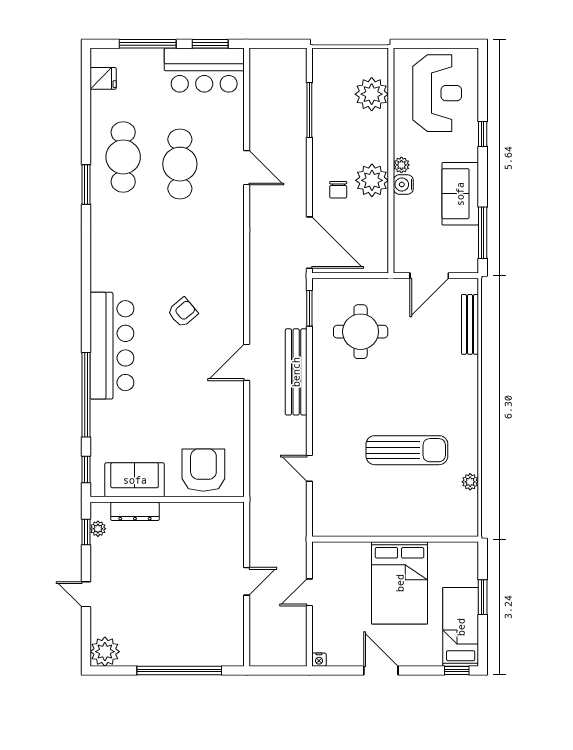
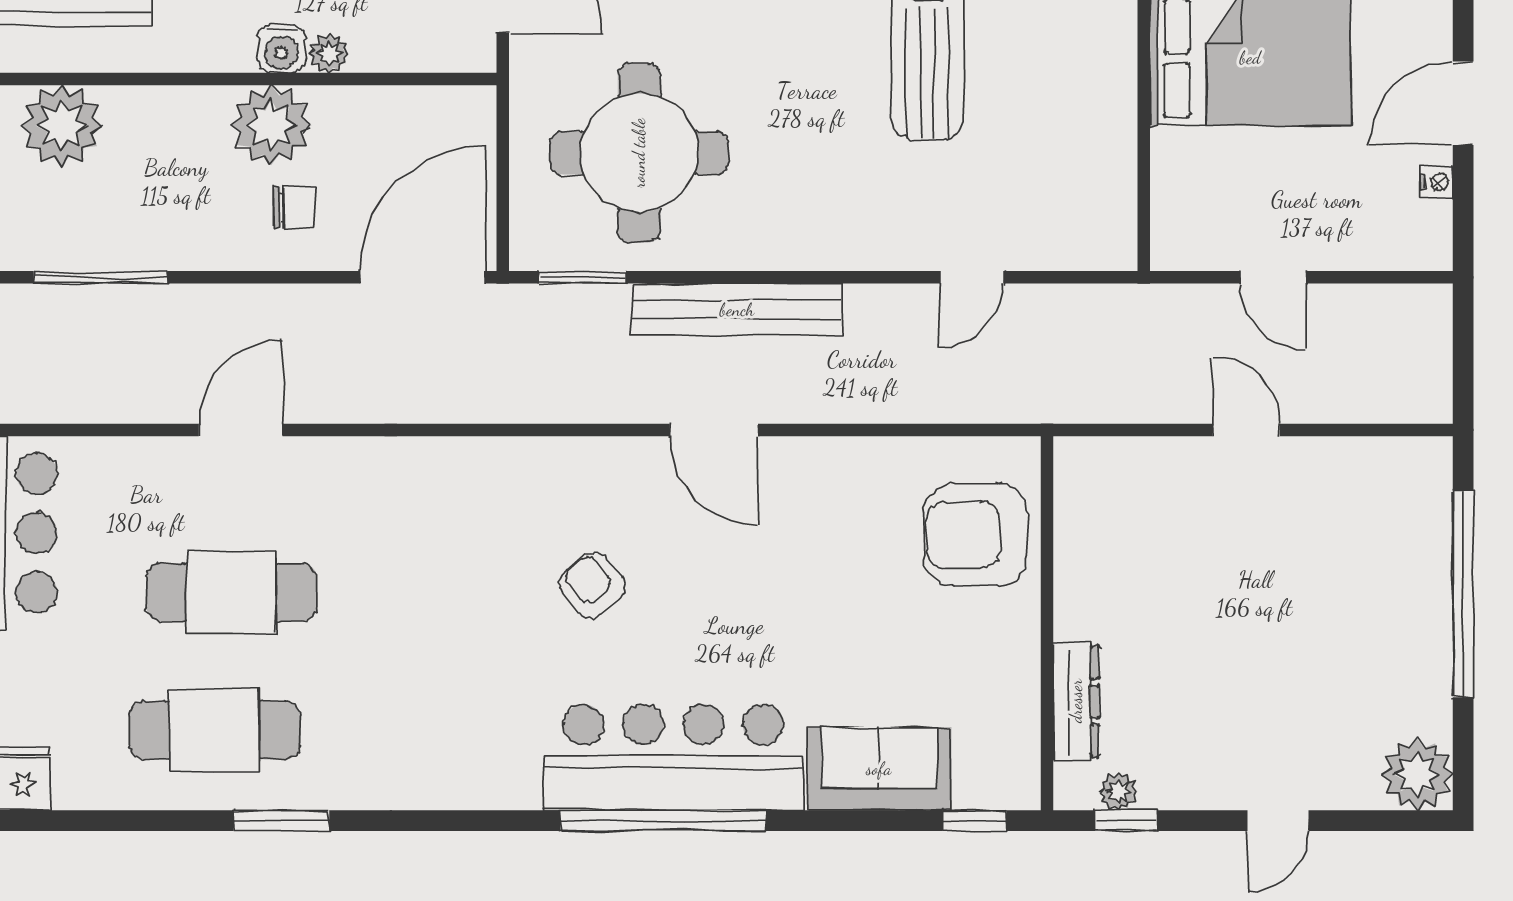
plant: (401, 165) -> (329, 53), moved
round table: (361, 332) -> (639, 153), width x1.36, depth x1.36
window: (86, 395) -> (663, 821), moved
sofa: (135, 480) -> (879, 769), moved, turned 90
nightstand: (319, 660) -> (1437, 182), moved

